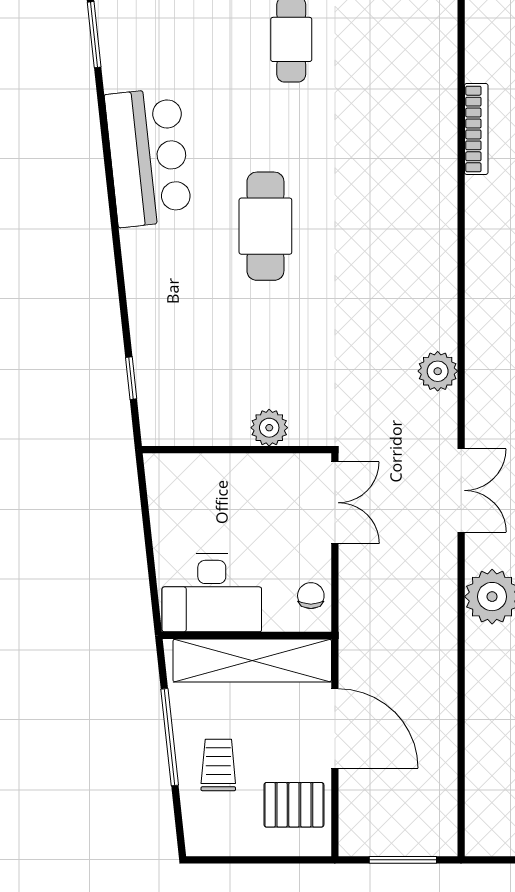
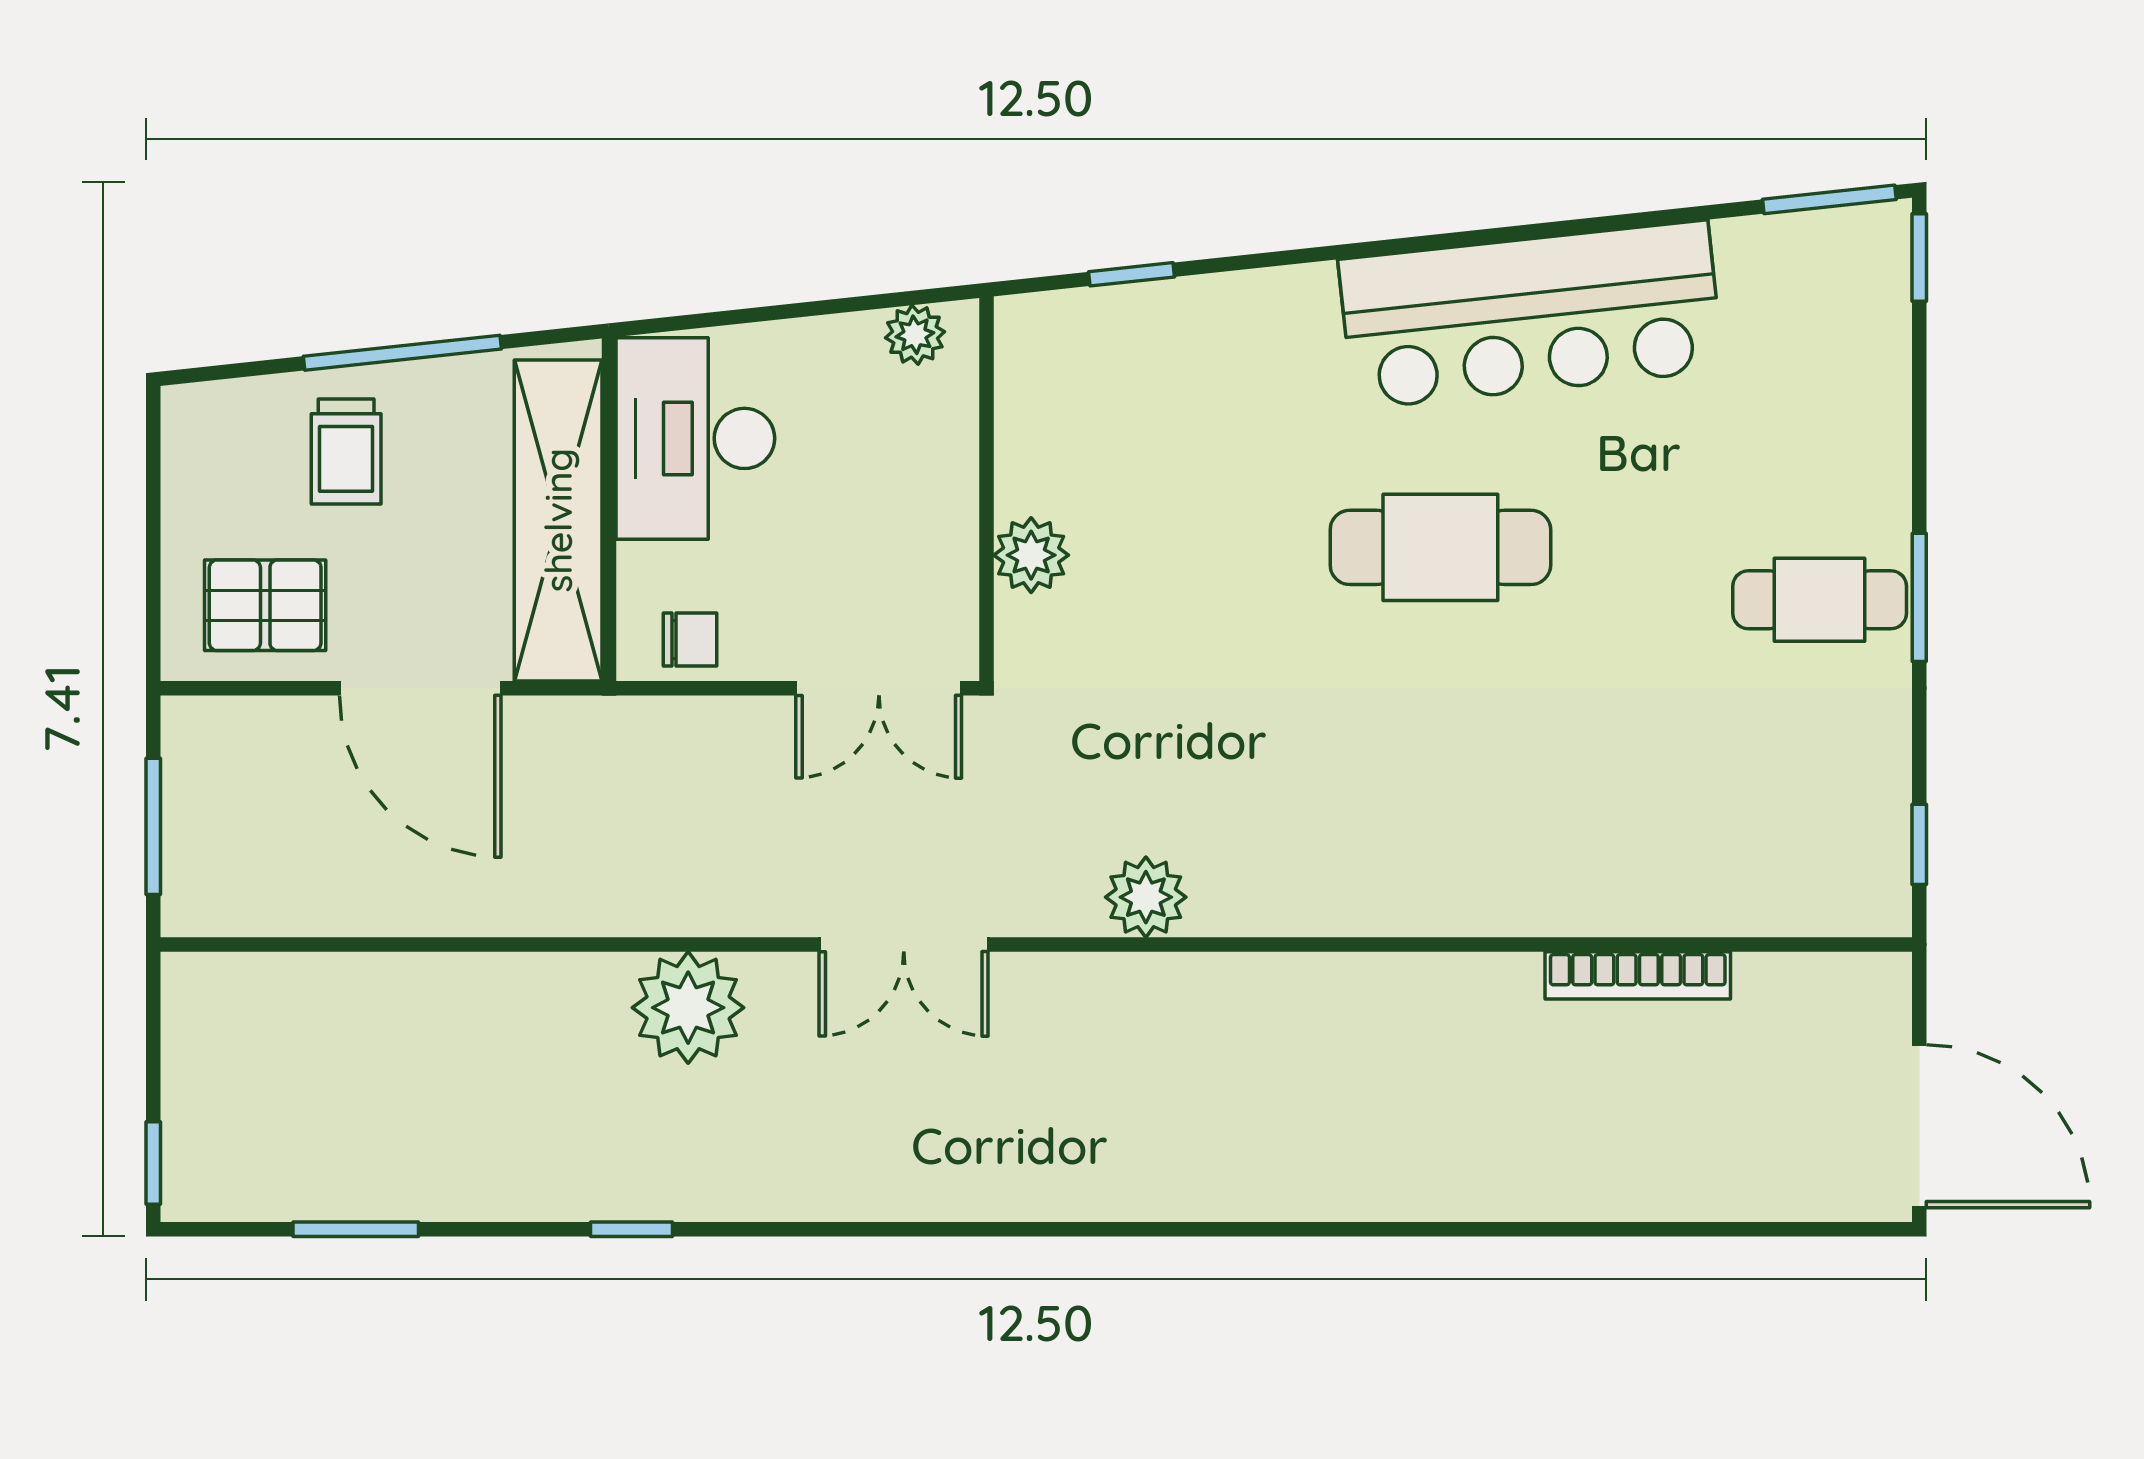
bar counter: (148, 157) -> (1531, 315), width x1.36
plant: (161, 485) -> (915, 335), added
door: (335, 728) -> (420, 688), hinge flipped
trolley: (218, 765) -> (346, 451), turned 90
pallet: (294, 805) -> (265, 605), turned 90

